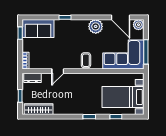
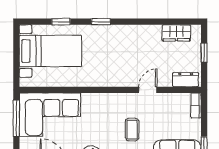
coffee table: (86, 60) -> (132, 130), moved
wardrobe: (39, 109) -> (176, 33), width x0.67

